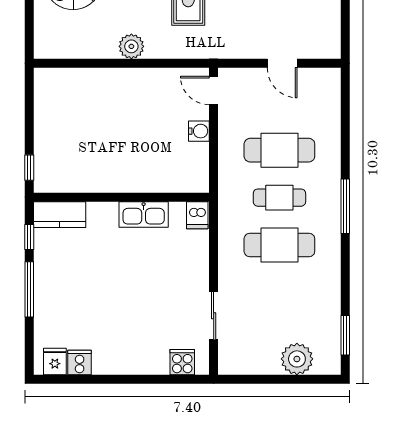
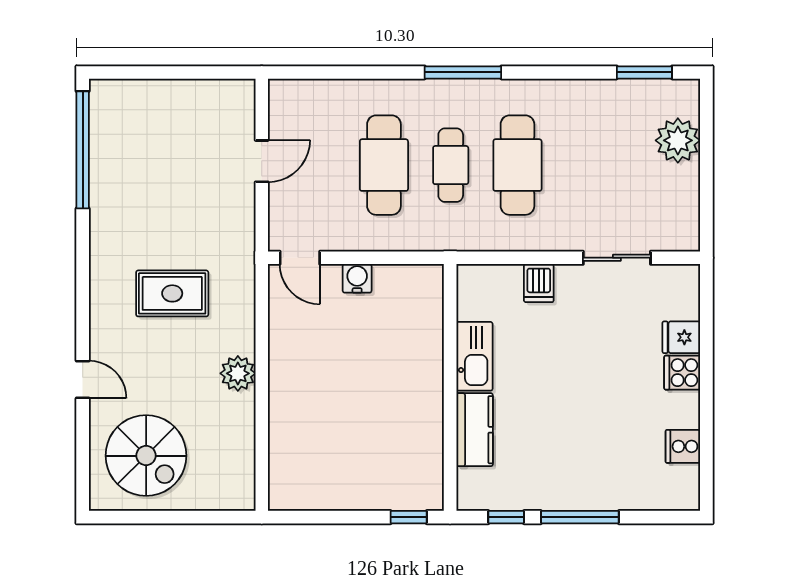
door: (214, 90) -> (300, 258), hinge flipped
kitchen counter: (60, 215) -> (475, 430), moved
dishwasher: (197, 215) -> (539, 283), moved, turned 90
fridge: (55, 361) -> (681, 337), moved
cooker: (182, 362) -> (682, 373), moved

